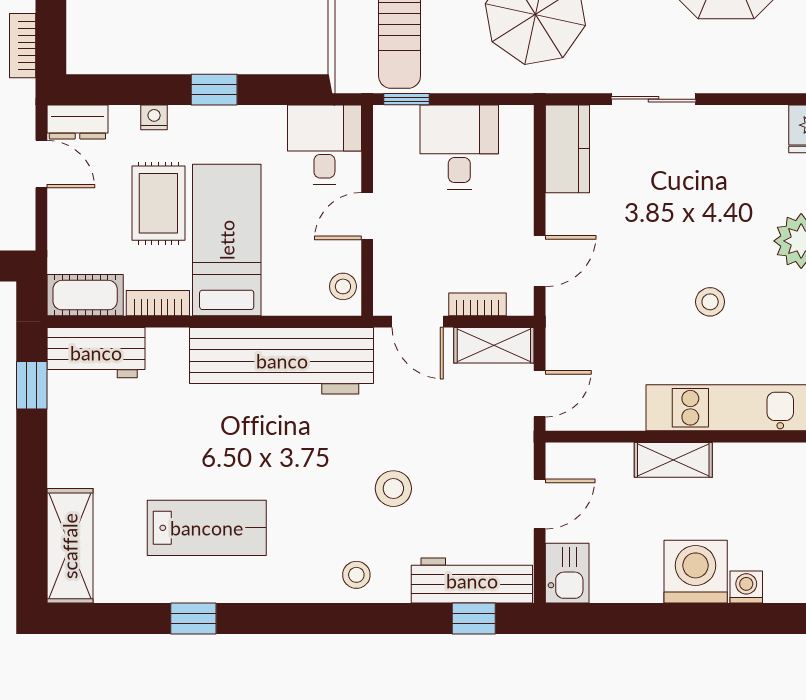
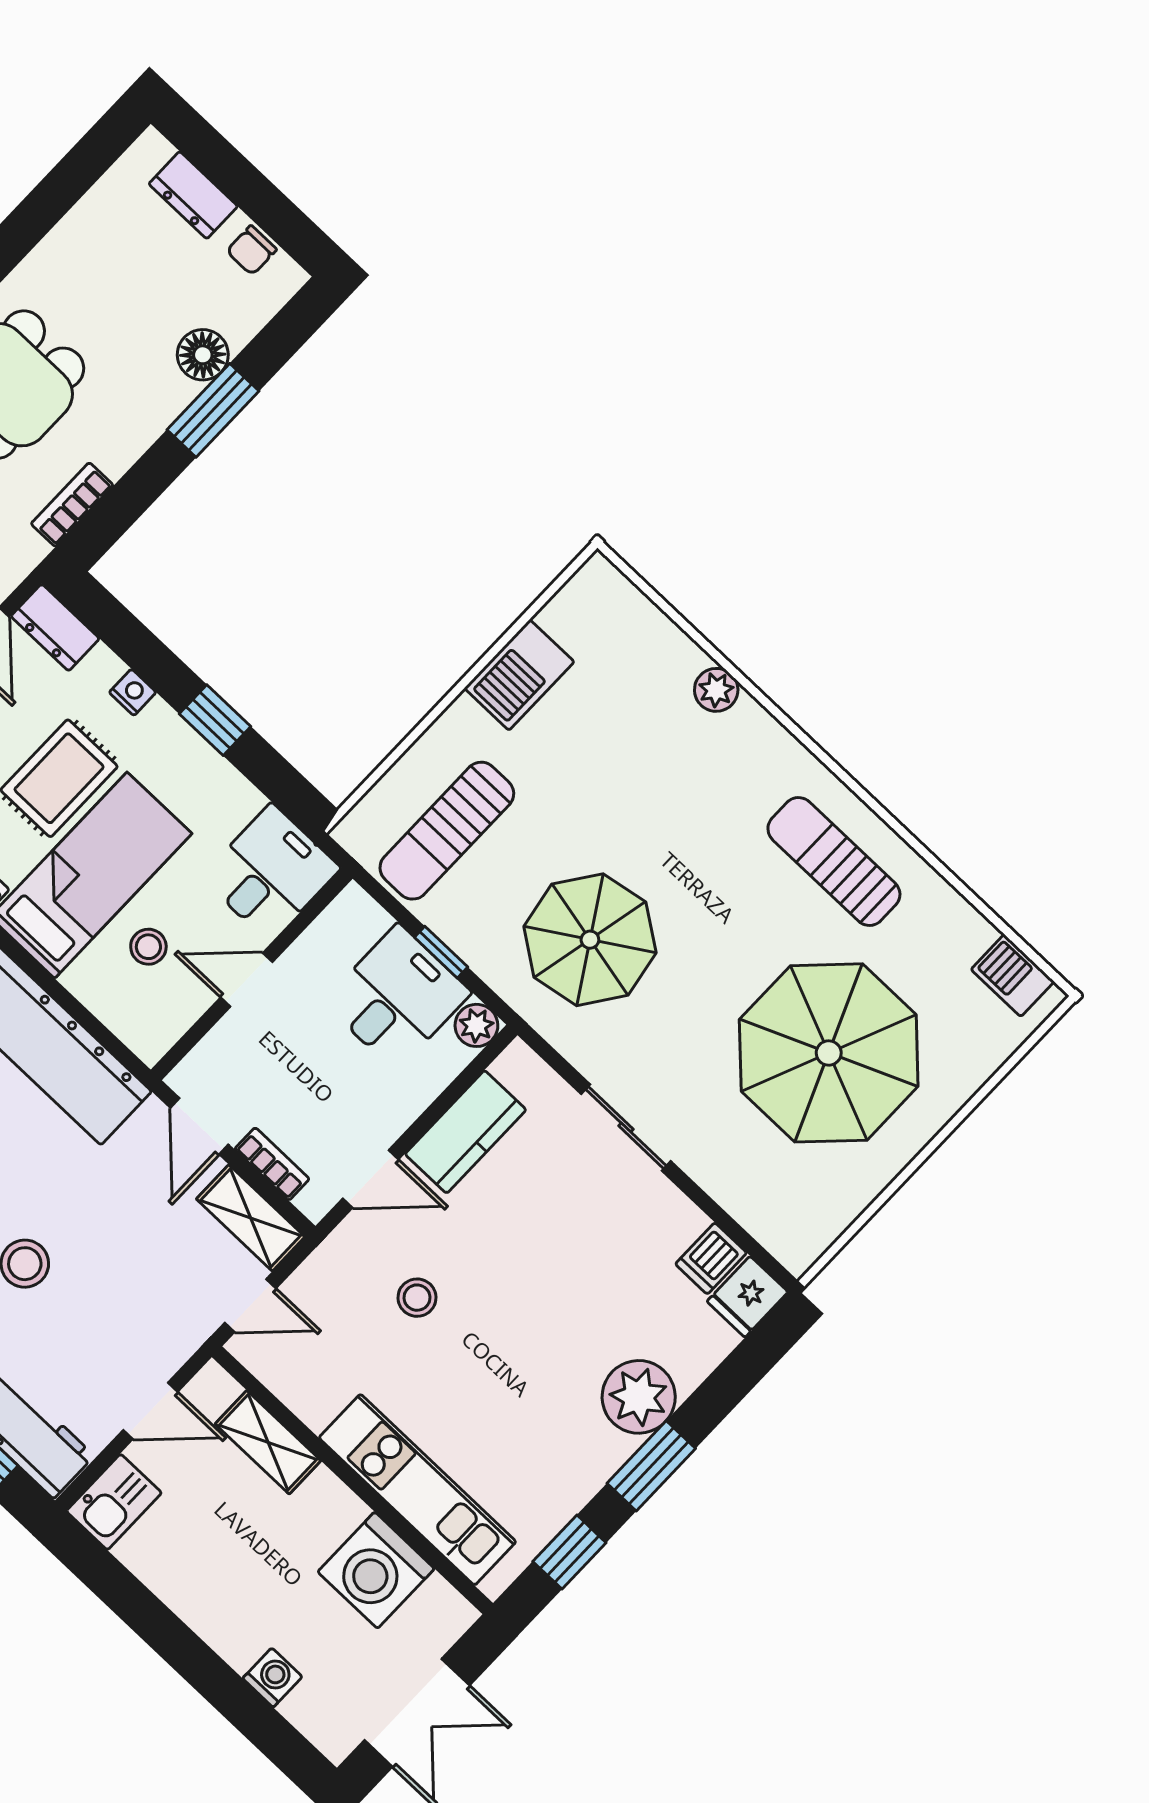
window: (406, 99) -> (441, 952), moved
plant: (518, 121) -> (476, 1025), added
dishwasher: (769, 127) -> (711, 1258), added
kitchen counter: (567, 149) -> (466, 1132), moved
stool: (343, 286) -> (148, 947), moved
stool: (710, 302) -> (417, 1298), moved
shelving: (673, 460) -> (268, 1442), moved
washing machine: (696, 572) -> (376, 1570), moved, turned 180

